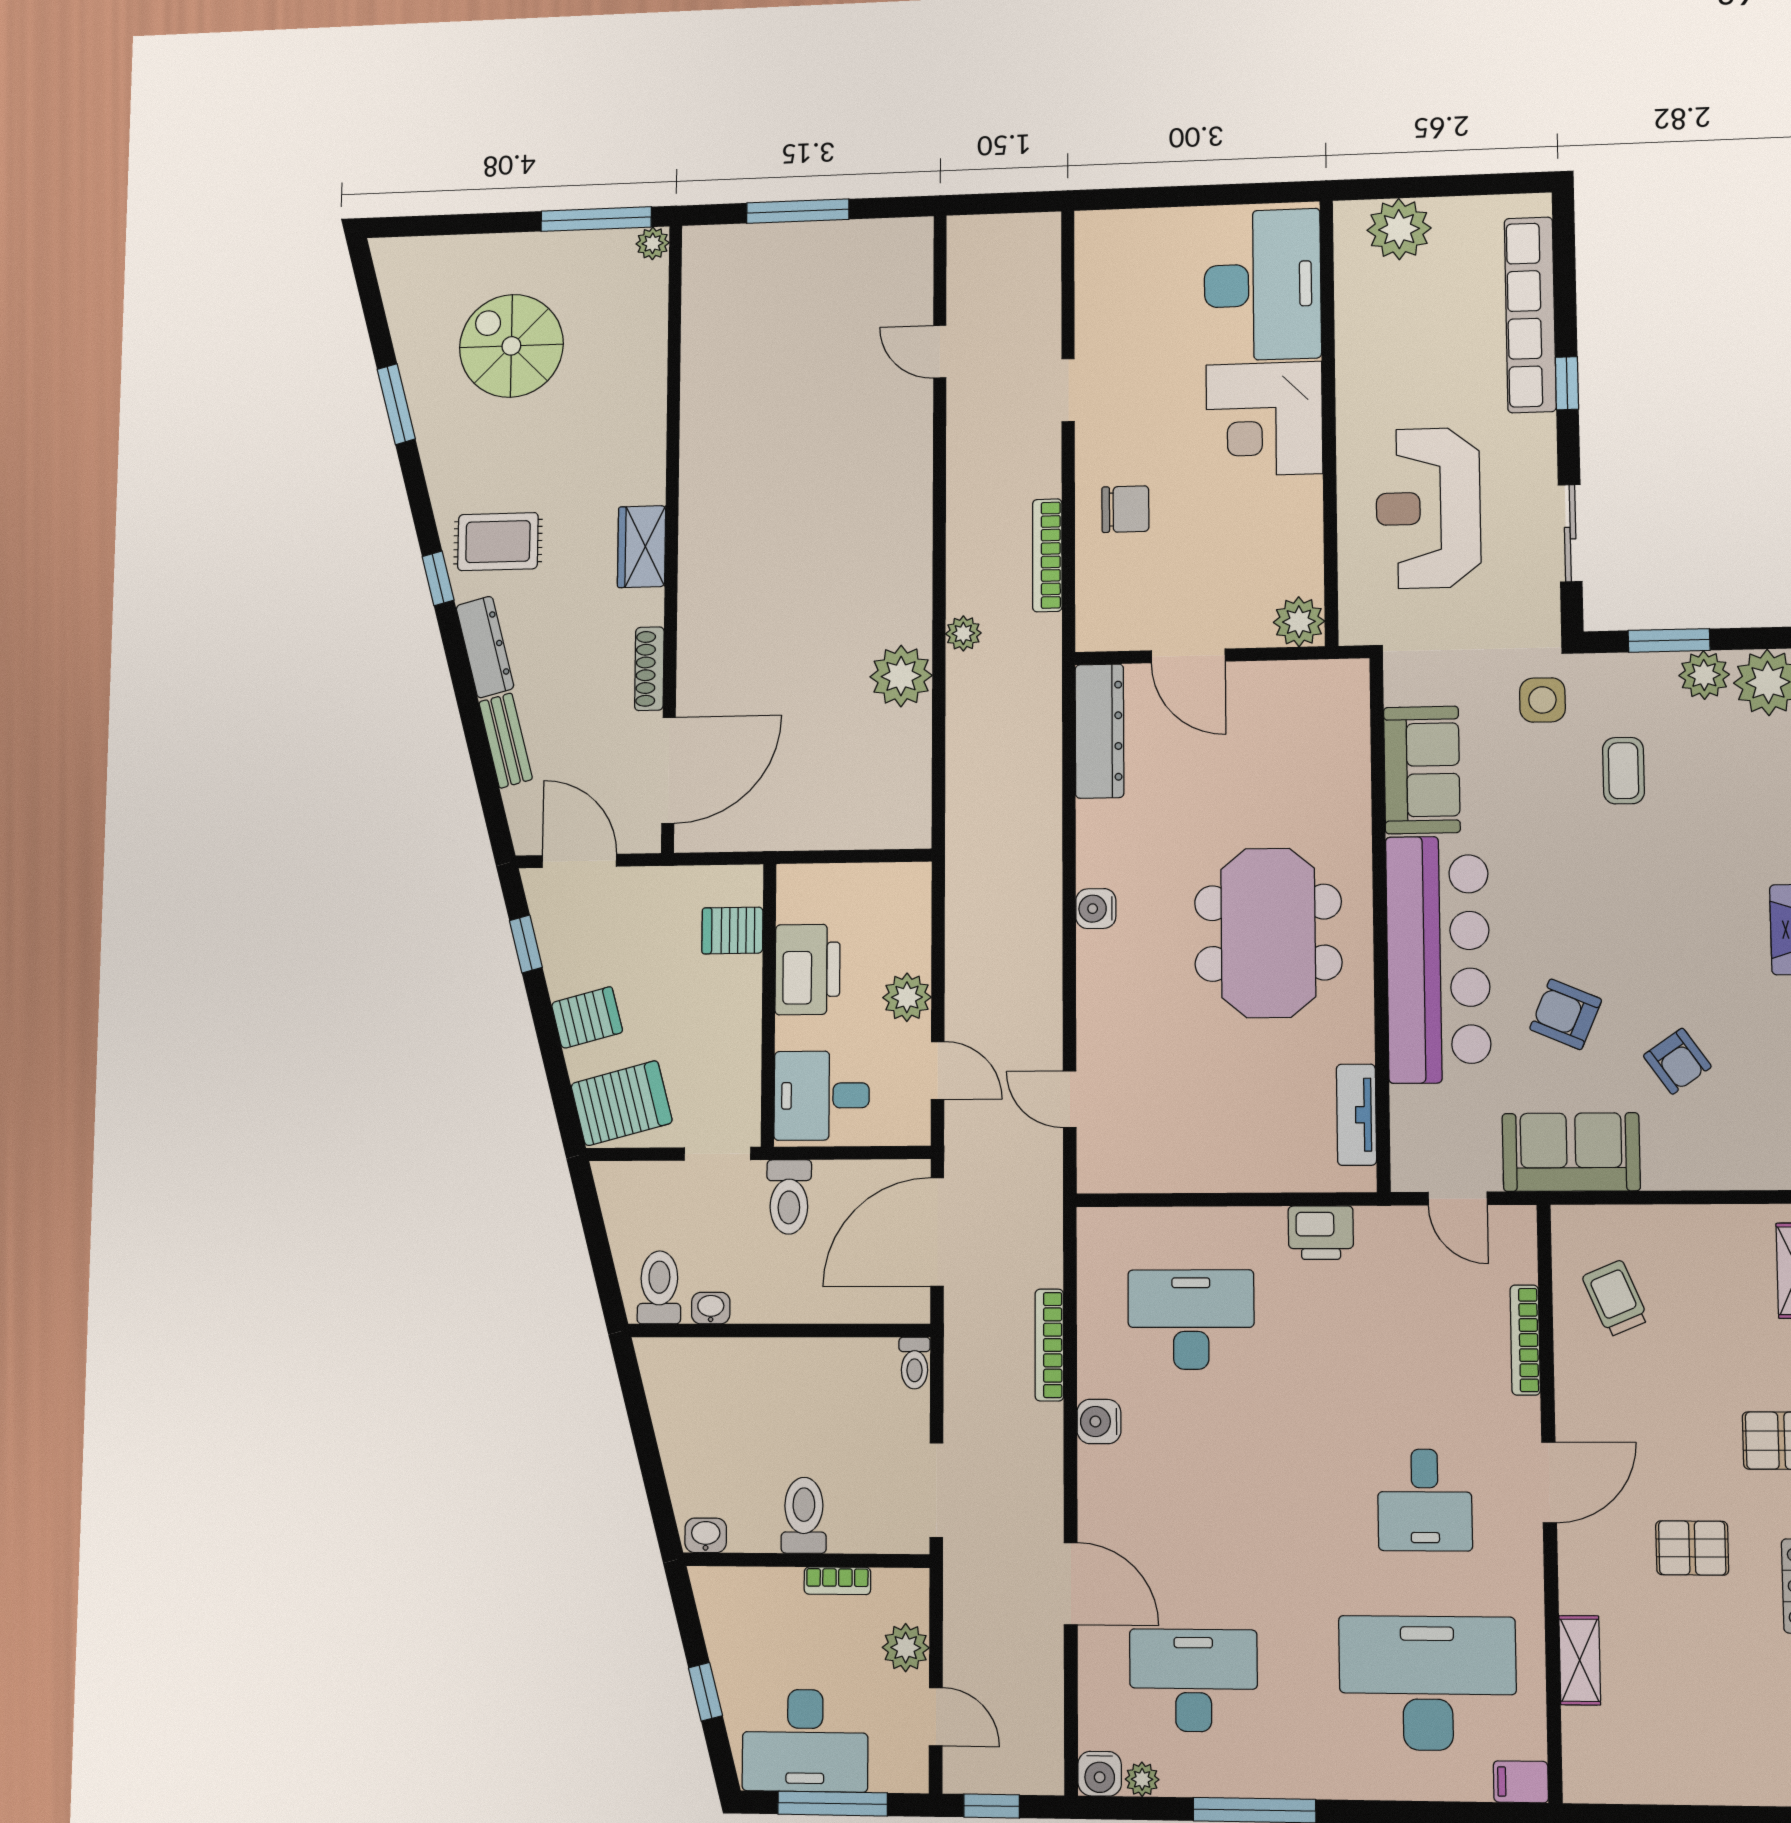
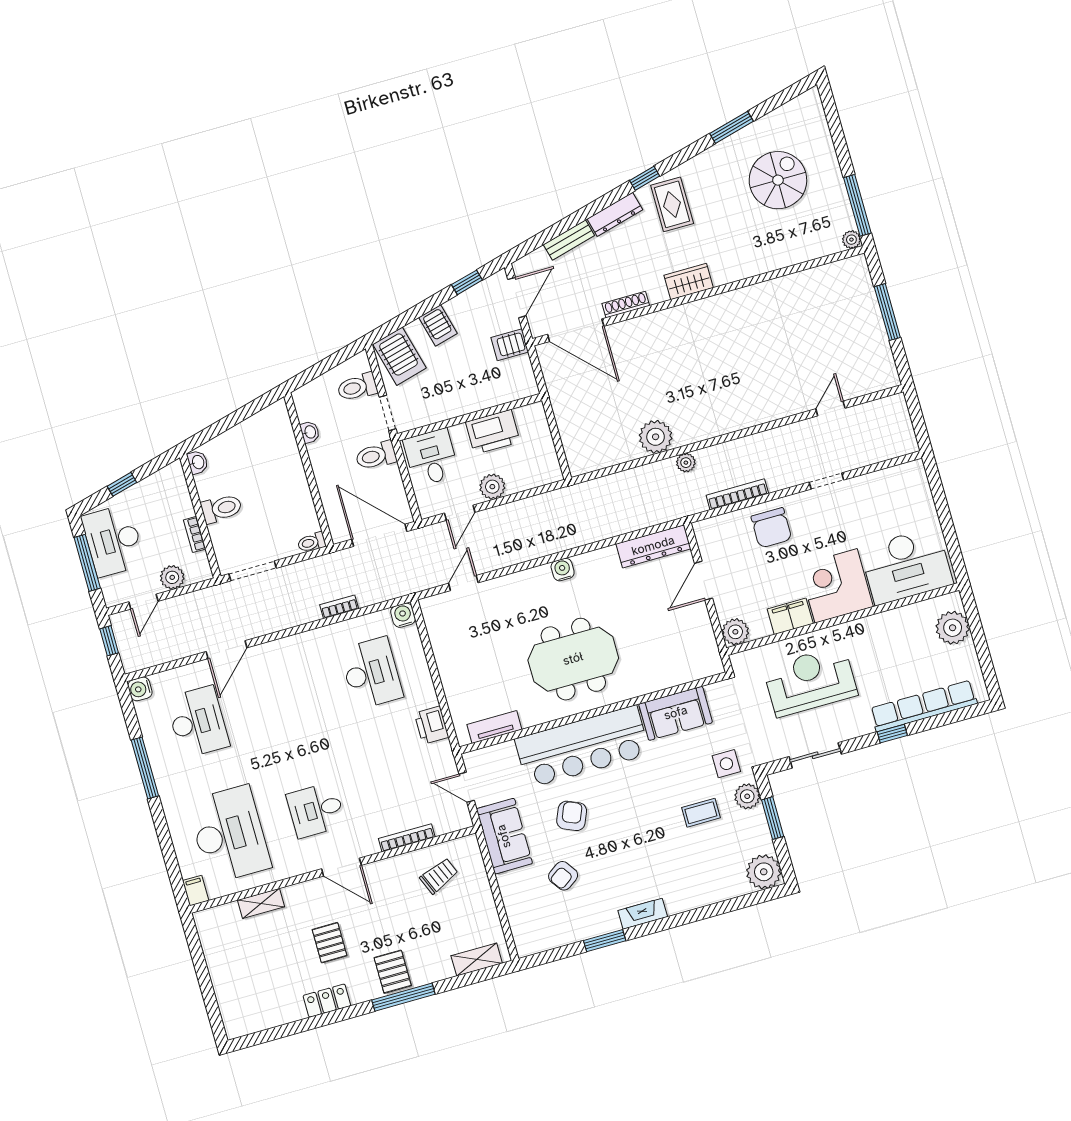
chair: (1125, 509) -> (771, 528), width x1.37, depth x1.37
filing cabinet: (1298, 515) -> (790, 616), added
plant: (1704, 675) -> (747, 796), moved
server rack: (732, 930) -> (510, 345), moved, turned -90
door: (1458, 1198) -> (467, 787), hinge flipped
toilet: (659, 1287) -> (357, 387), moved, turned 180
bookcase: (1049, 1345) -> (339, 607), width x0.64
water cooler: (1099, 1422) -> (403, 615), moved
plant: (1142, 1779) -> (143, 710), removed

